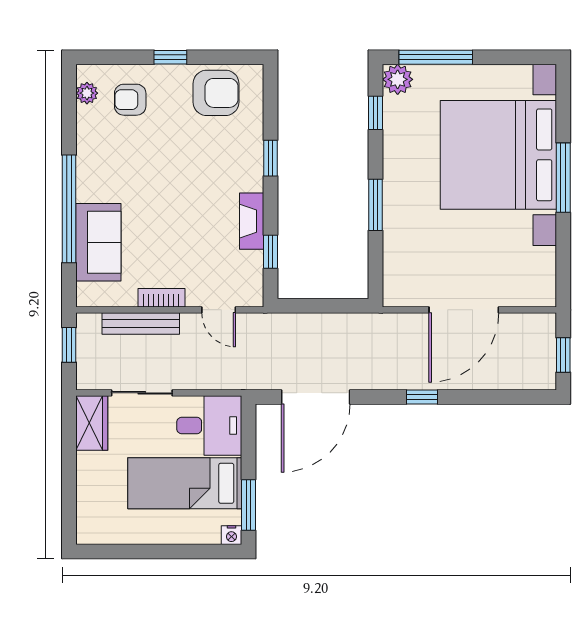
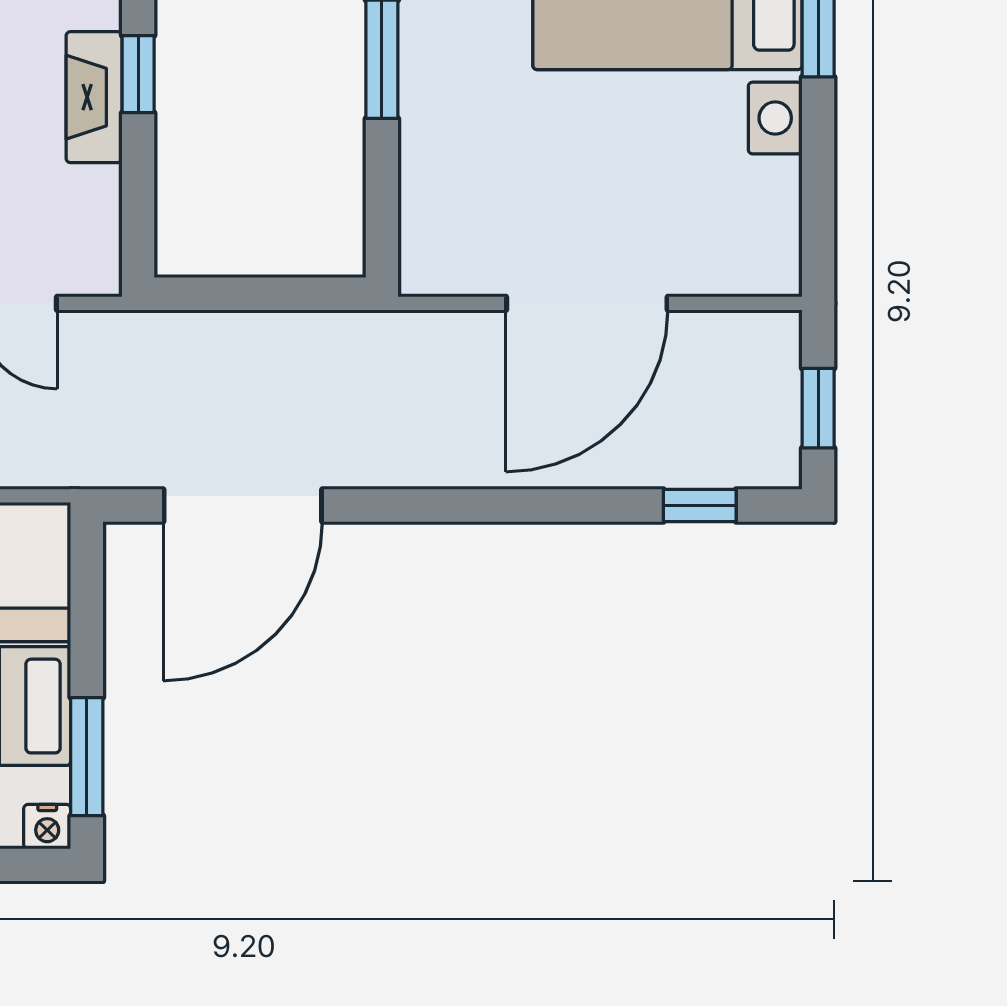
window: (271, 252) -> (138, 74), moved
window: (422, 397) -> (700, 506), moved

